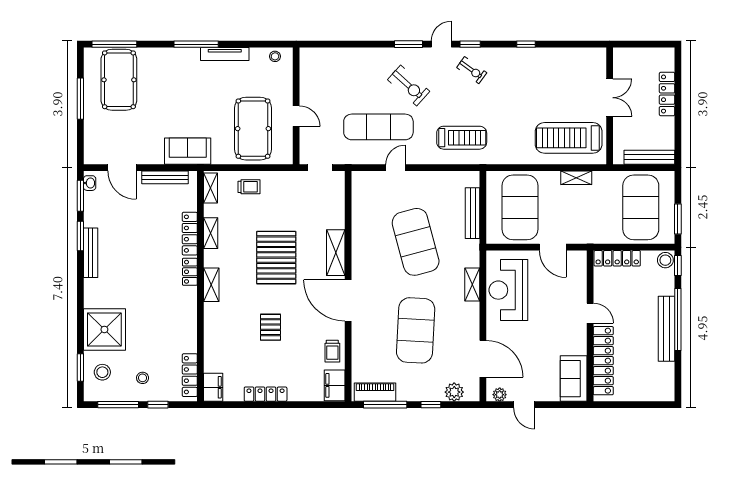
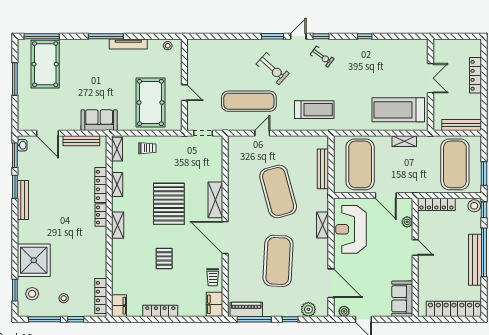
plant: (580, 281) -> (407, 222), added
locker: (603, 361) -> (454, 309), moved, turned -90

